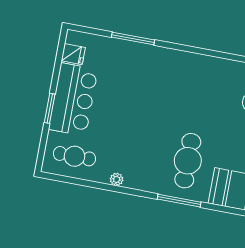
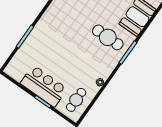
fridge: (73, 54) -> (18, 74), removed

